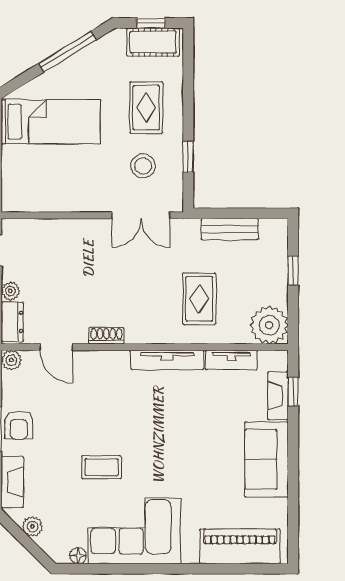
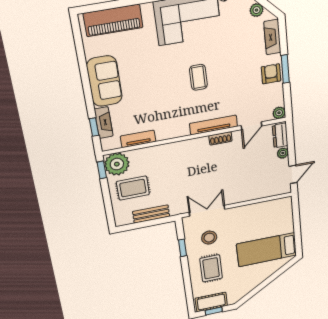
window: (67, 52) -> (260, 287), removed
window: (293, 271) -> (102, 170), moved
rug: (199, 299) -> (133, 188), moved, turned 90
door: (56, 347) -> (251, 126), swing flipped
tv unit: (167, 360) -> (214, 125), moved
coffee table: (102, 467) -> (198, 77), moved, turned 90

